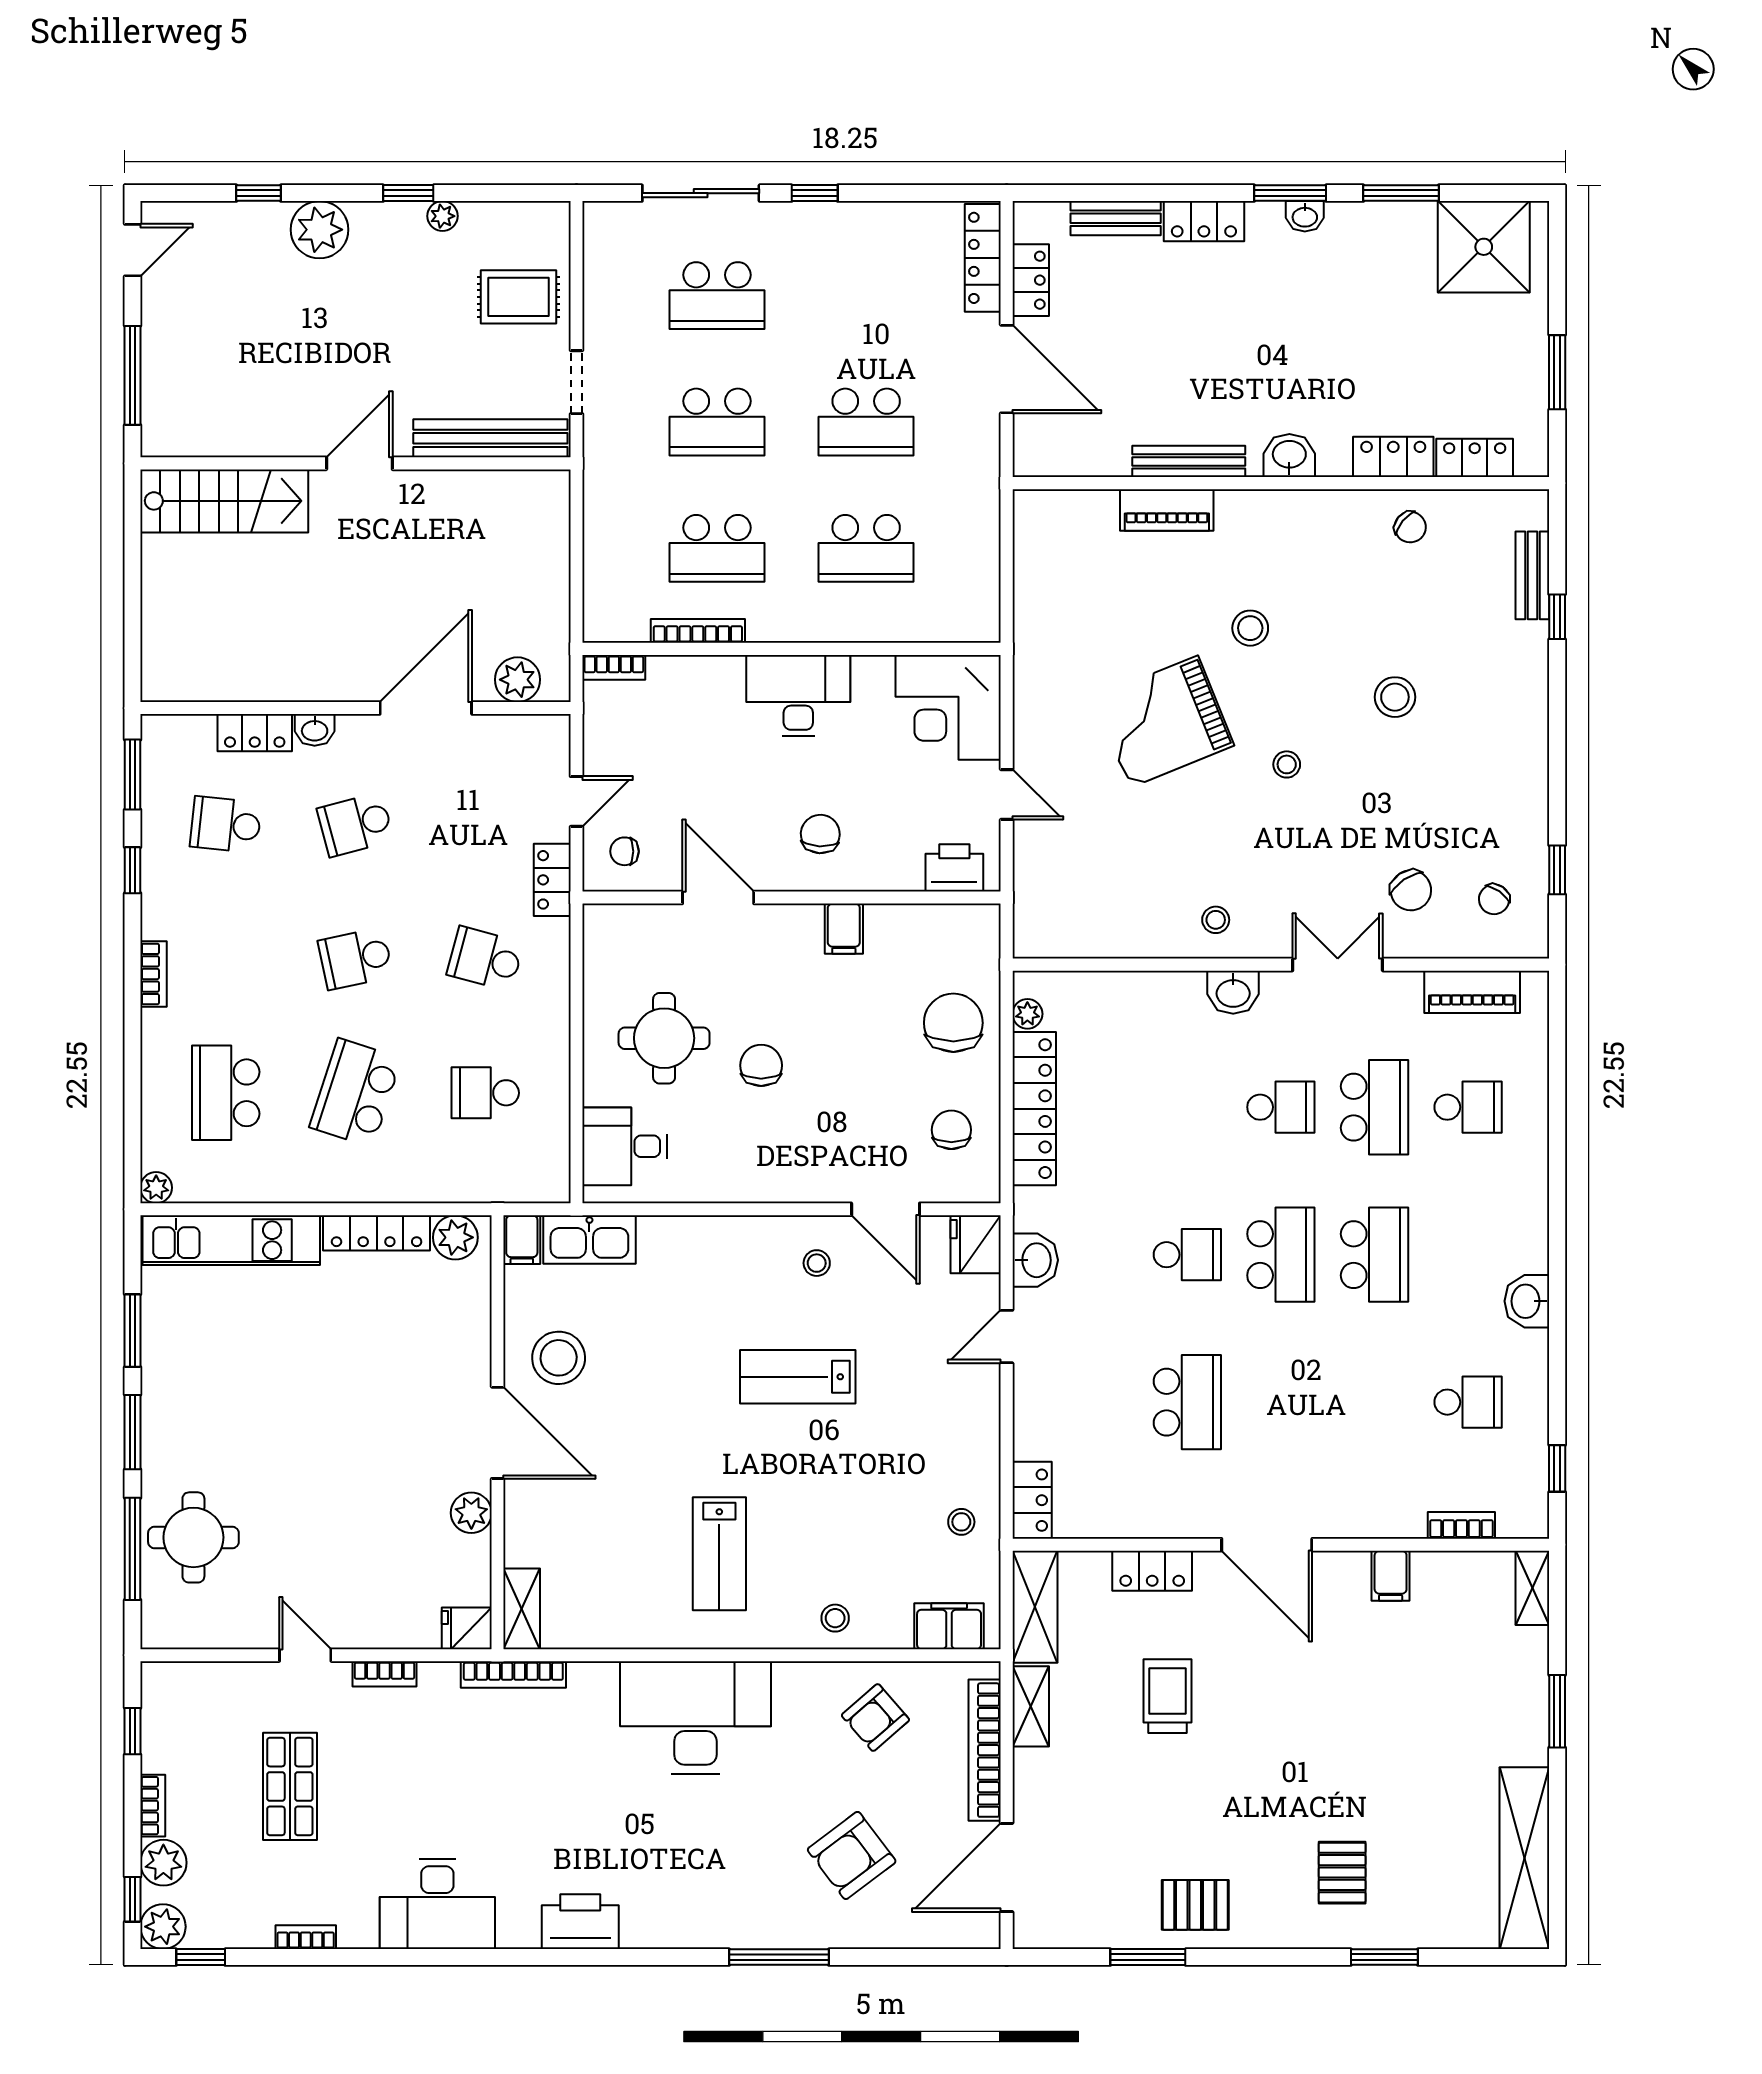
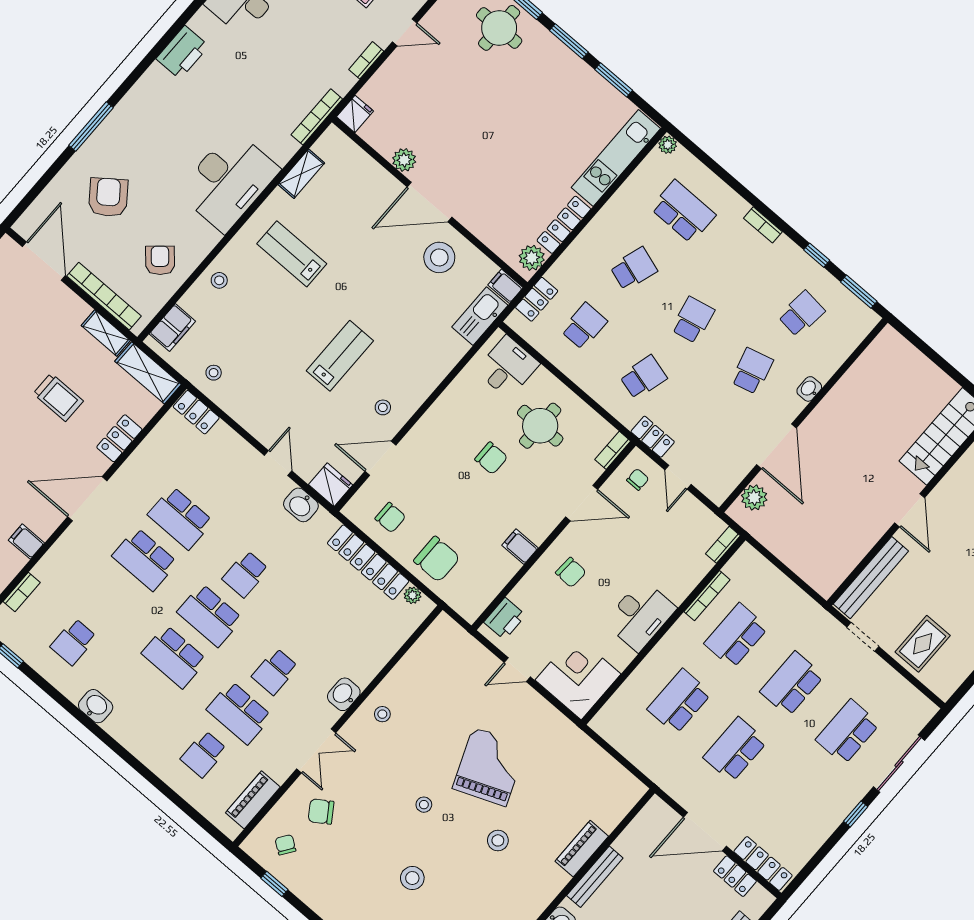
locker: (255, 733) -> (537, 299), moved, turned 180
bookcase: (615, 916) -> (613, 450), added
school desk: (356, 1093) -> (634, 269), width x0.54
school desk: (1281, 1402) -> (145, 559), added
shelving: (522, 1609) -> (301, 174), moved, turned 90

